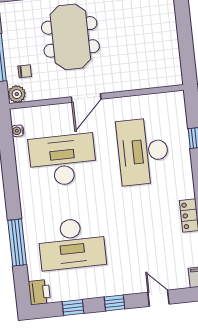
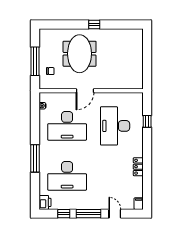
plant: (17, 94) -> (44, 84), removed
desk: (63, 160) -> (67, 126), turned 180
window: (17, 243) -> (35, 158), moved
window: (114, 303) -> (88, 214), width x2.17

